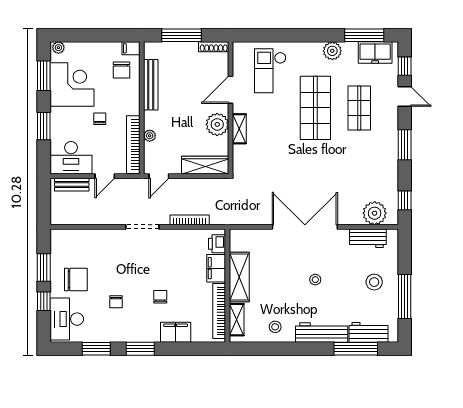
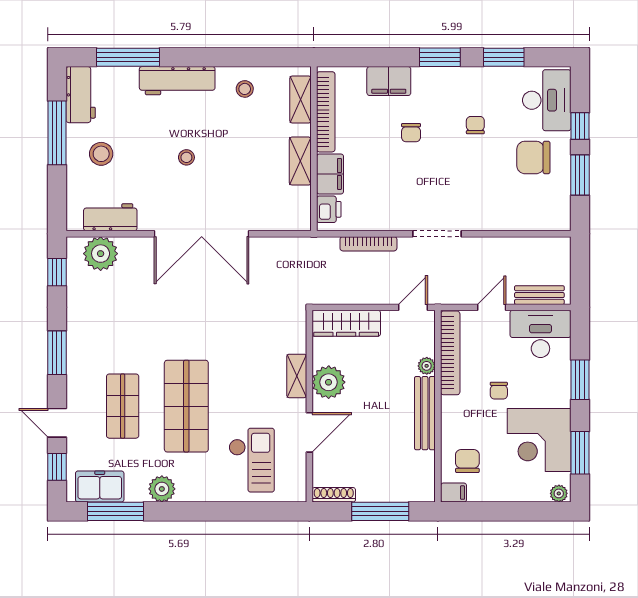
bench: (151, 85) -> (425, 413), moved
shelving: (239, 277) -> (300, 161), width x0.67, depth x0.75
workbench: (368, 332) -> (81, 95), moved, turned -90

